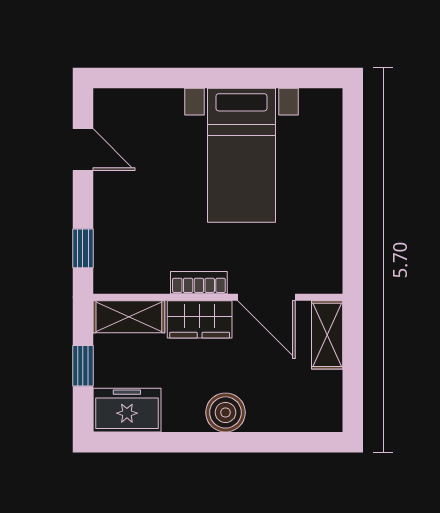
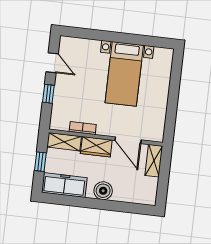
window: (83, 248) -> (48, 94), moved
bookcase: (199, 283) -> (83, 128), moved
freezer: (127, 410) -> (64, 185), width x1.40

